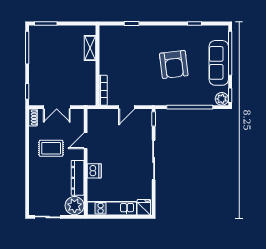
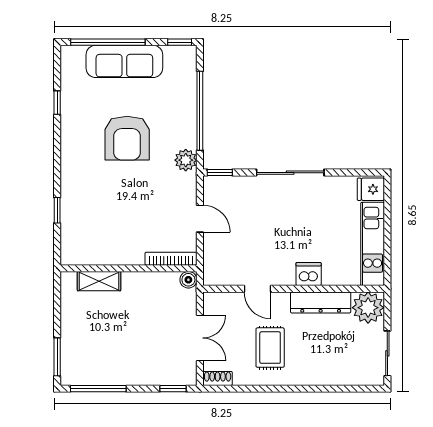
armchair: (174, 64) -> (127, 138), turned 97
plant: (222, 99) -> (186, 160), moved
boiler: (91, 100) -> (188, 280), added

